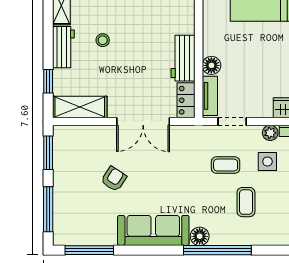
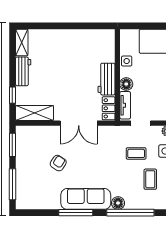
side table: (212, 32) -> (127, 61), added
stool: (103, 40) -> (51, 66), removed
window: (89, 250) -> (76, 213), moved

